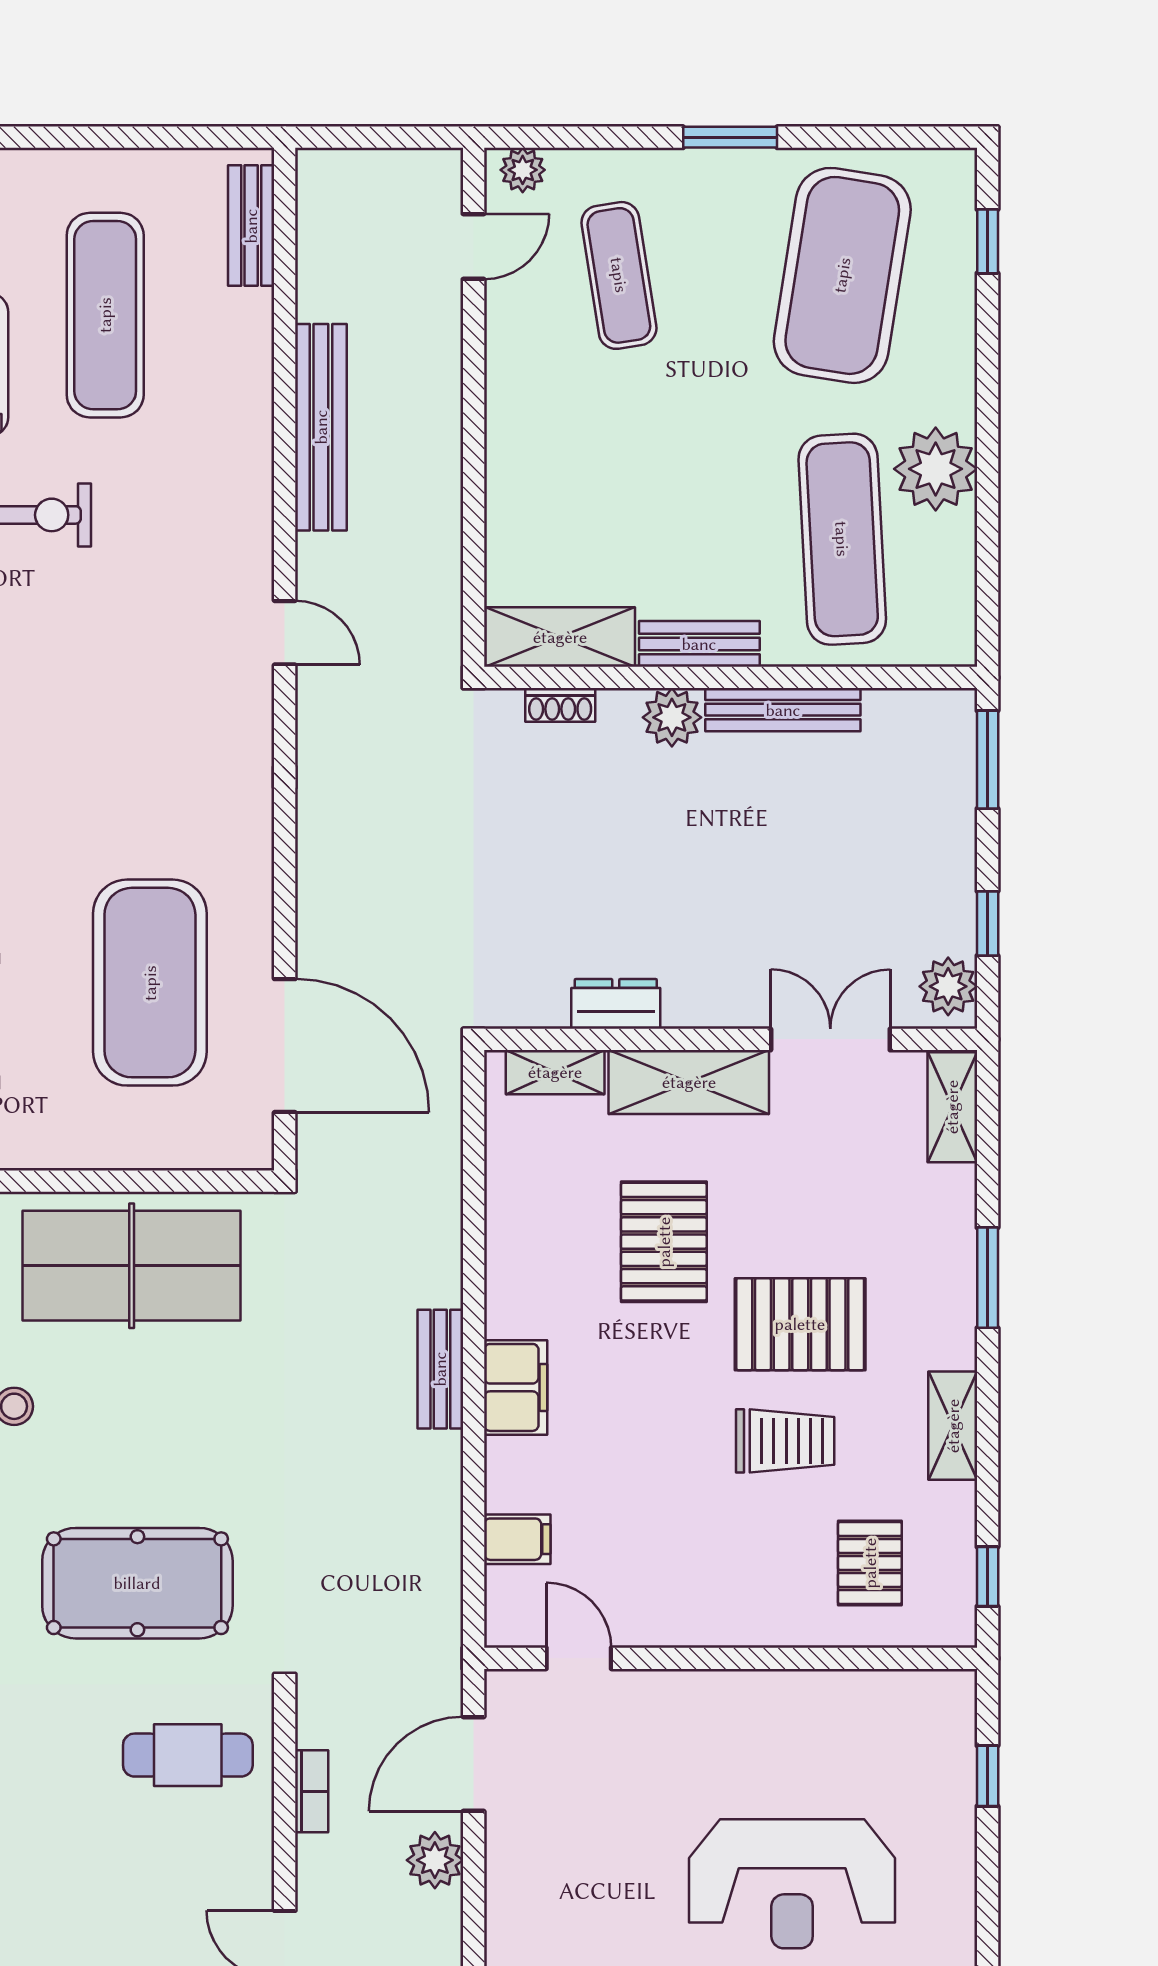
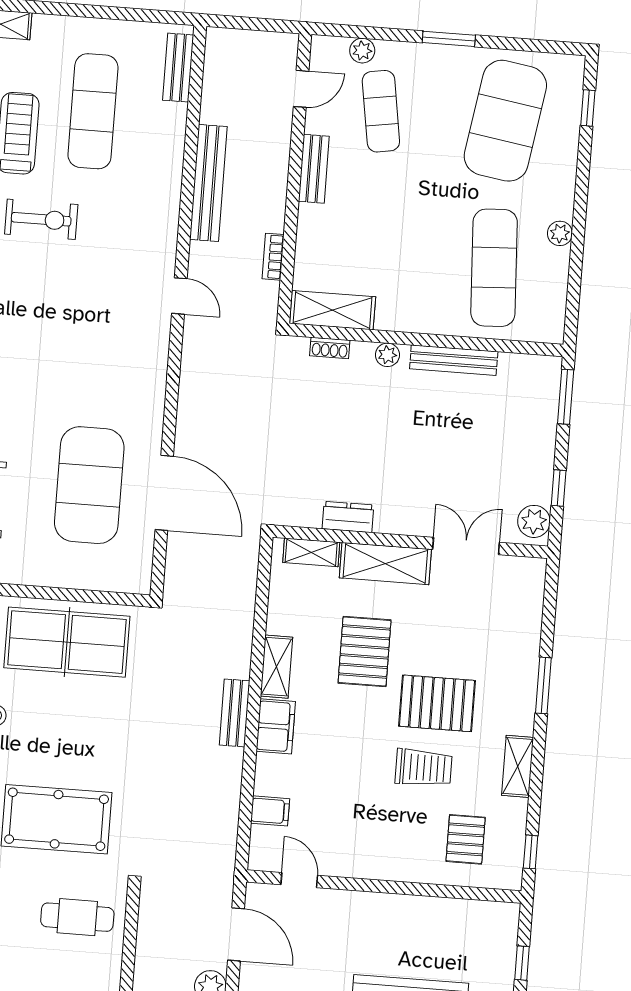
plant: (523, 170) -> (362, 51), moved
plant: (936, 469) -> (560, 233), width x0.53, depth x0.53
bench: (699, 644) -> (314, 169), moved, turned 90
plant: (672, 717) -> (387, 355), width x0.73, depth x0.73
door: (285, 1046) -> (164, 493), moved
shelving: (952, 1107) -> (276, 667), moved
door: (474, 1764) -> (236, 934), swing flipped
bookcase: (312, 1791) -> (273, 257), moved, turned 180

